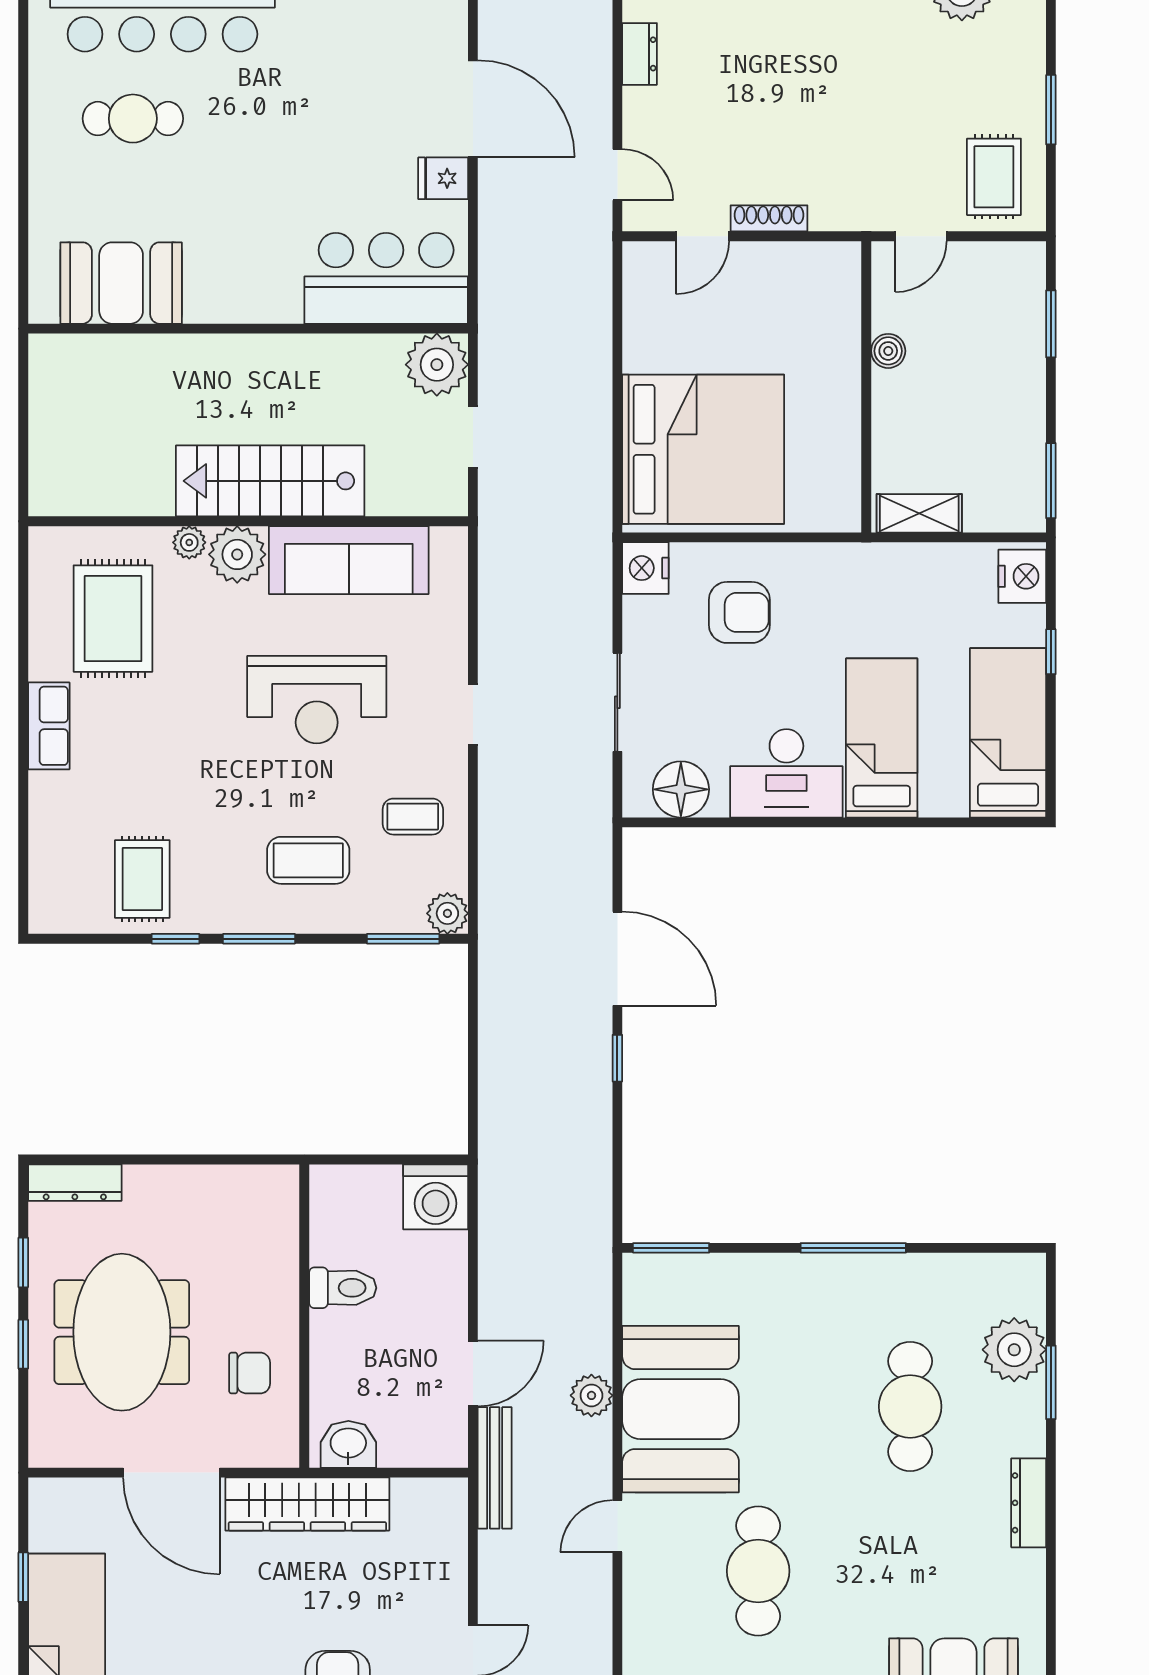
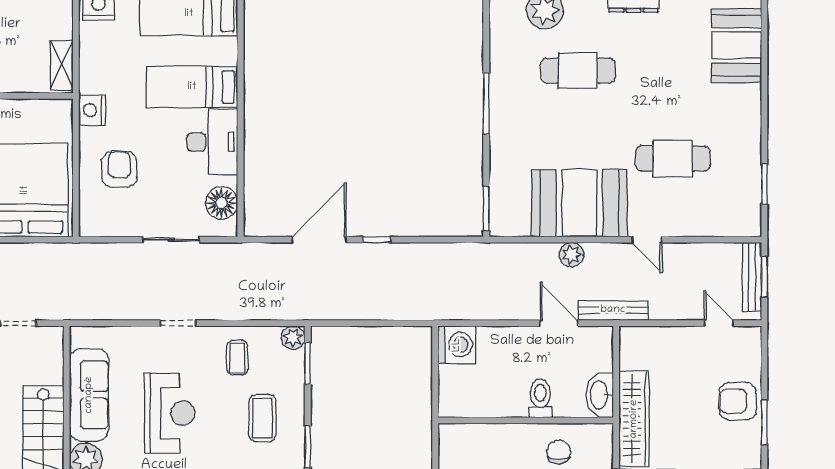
nightstand: (645, 568) -> (92, 110), moved, turned 90
toilet: (343, 1288) -> (540, 398), moved
washbasin: (348, 1444) -> (600, 395), width x1.38

